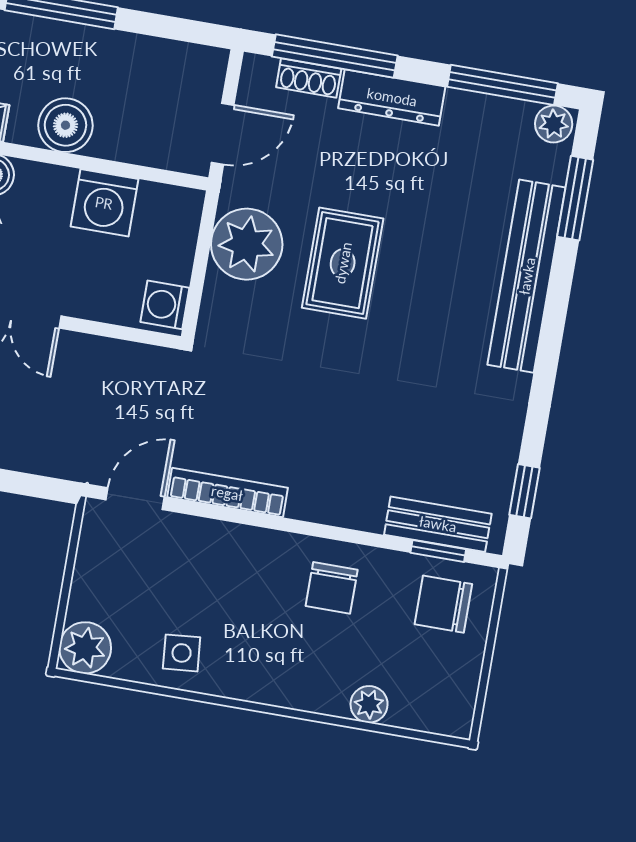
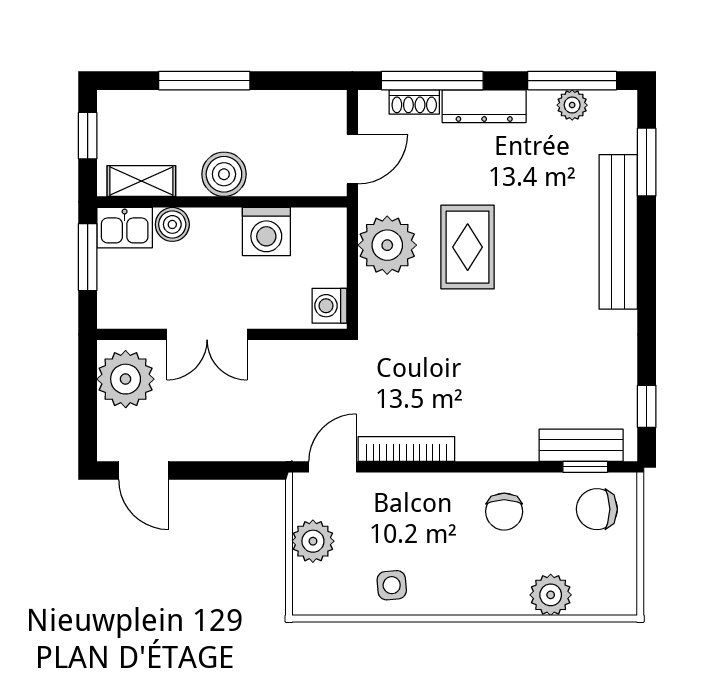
plant: (554, 124) -> (572, 105), moved
plant: (85, 648) -> (313, 541), moved
plant: (369, 704) -> (551, 595), width x1.38, depth x1.38

